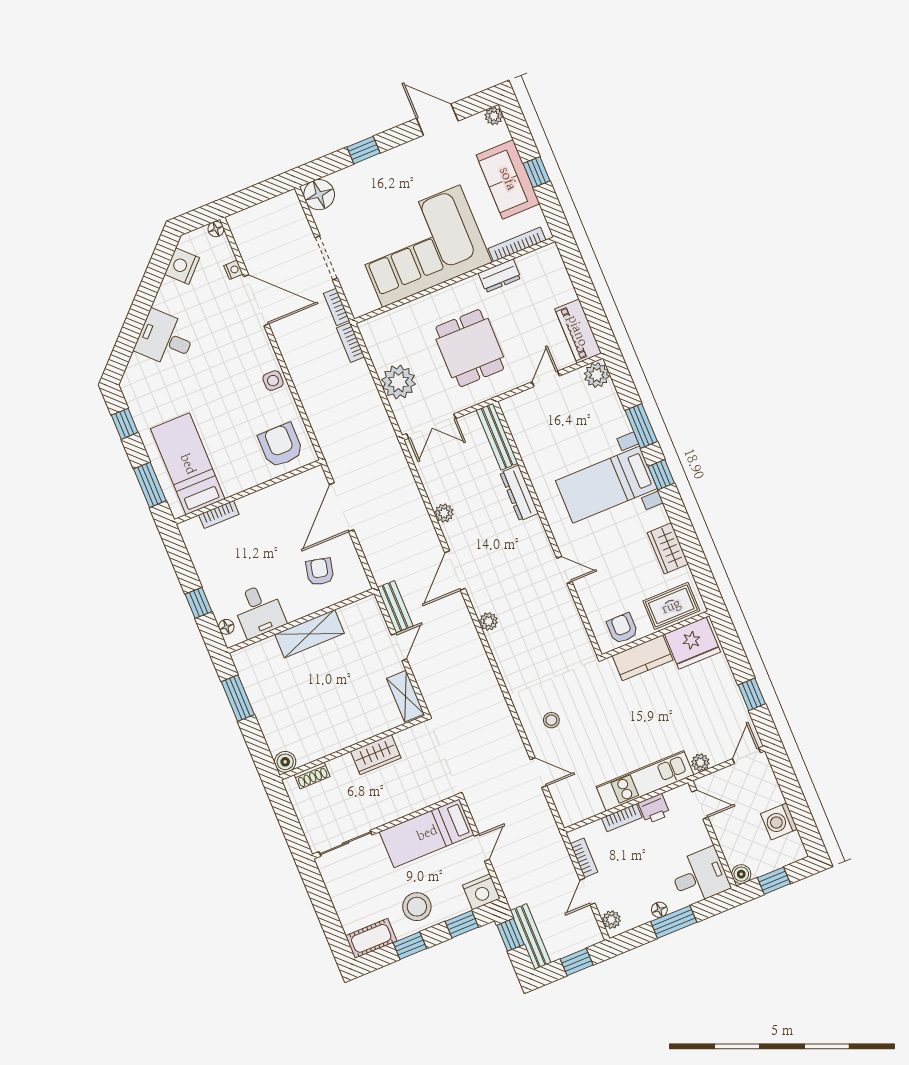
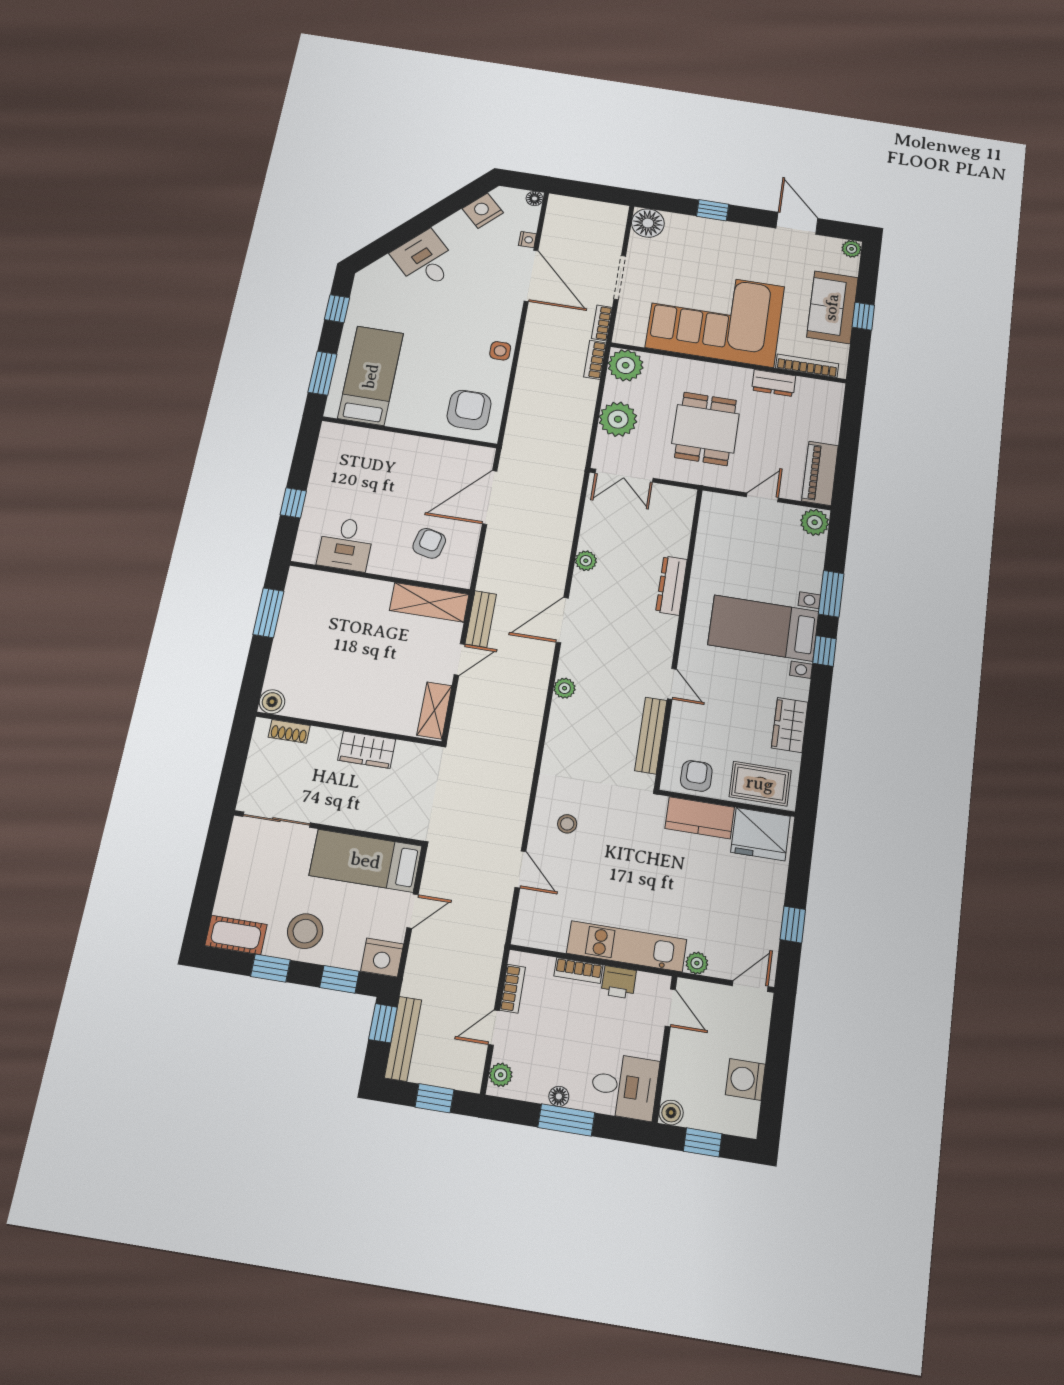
plant: (377, 332) -> (626, 365), added
bench: (497, 437) -> (651, 735), moved
bookcase: (219, 515) -> (368, 436), removed
floor lamp: (226, 627) -> (304, 540), removed
shelving: (309, 634) -> (429, 602), moved

